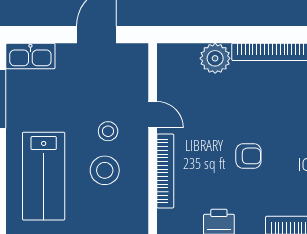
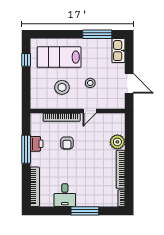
stool: (108, 131) -> (90, 83), moved
armchair: (248, 156) -> (67, 143), moved

